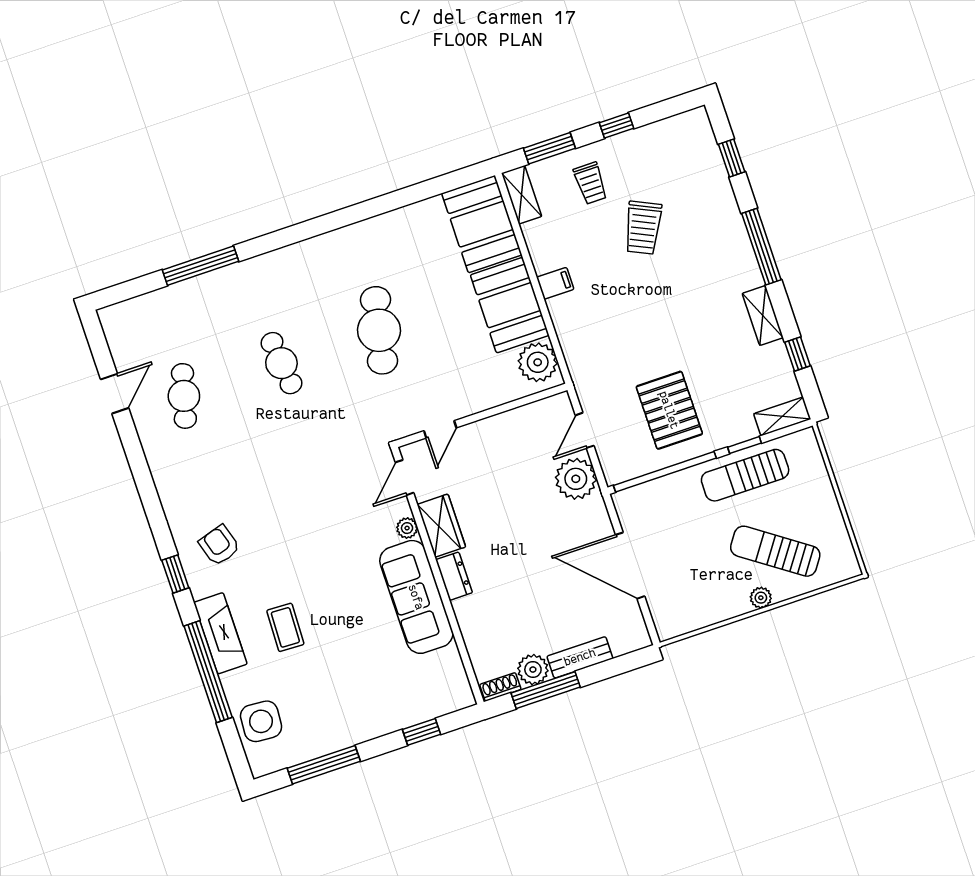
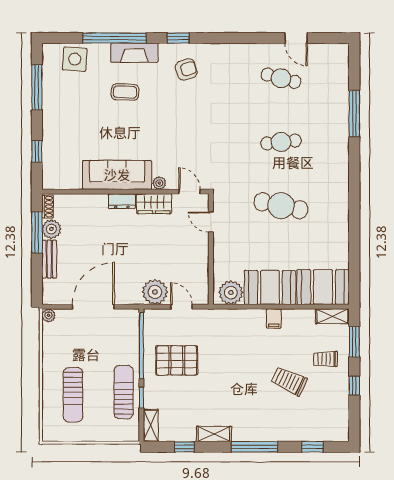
sun lounger: (775, 551) -> (73, 395), turned 145
plant: (761, 598) -> (49, 315), moved

